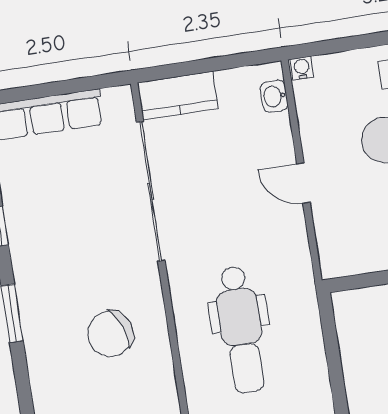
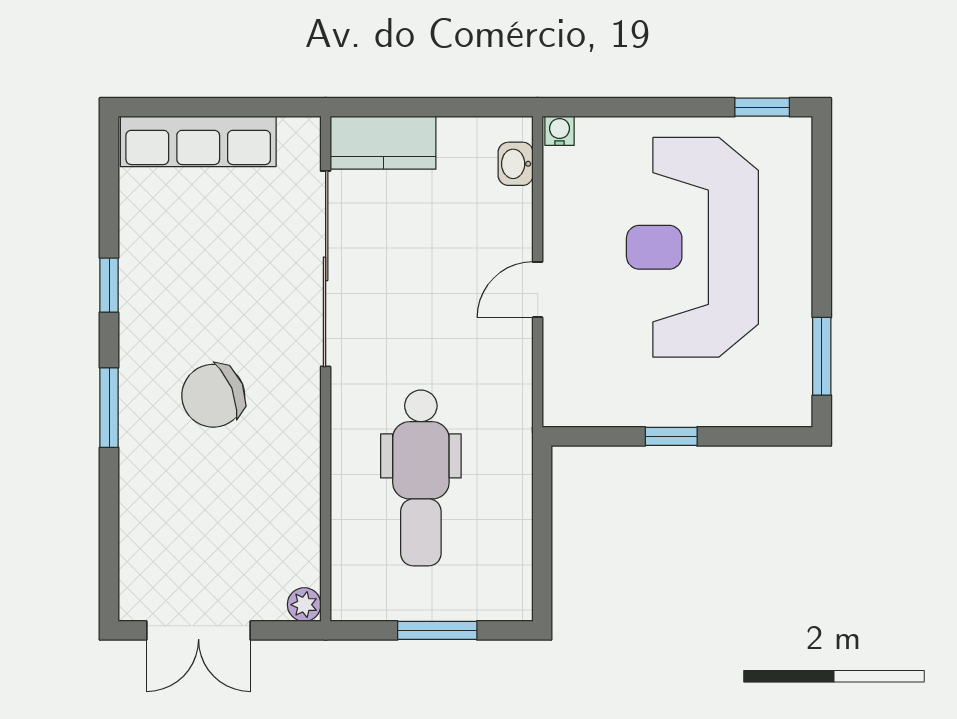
door: (303, 183) -> (538, 290), hinge flipped
chair: (110, 334) -> (213, 396), moved

